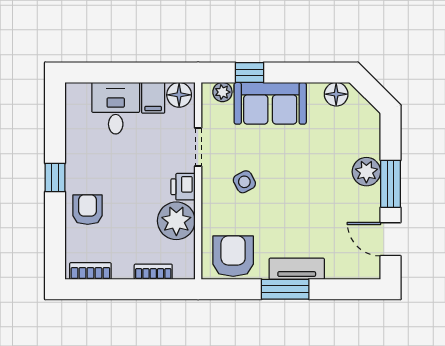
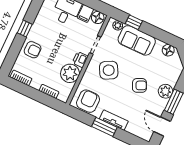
side table: (244, 182) -> (109, 70), width x1.87, depth x1.87
armchair: (314, 183) -> (139, 85), added
armchair: (88, 210) -> (33, 50), turned 90

